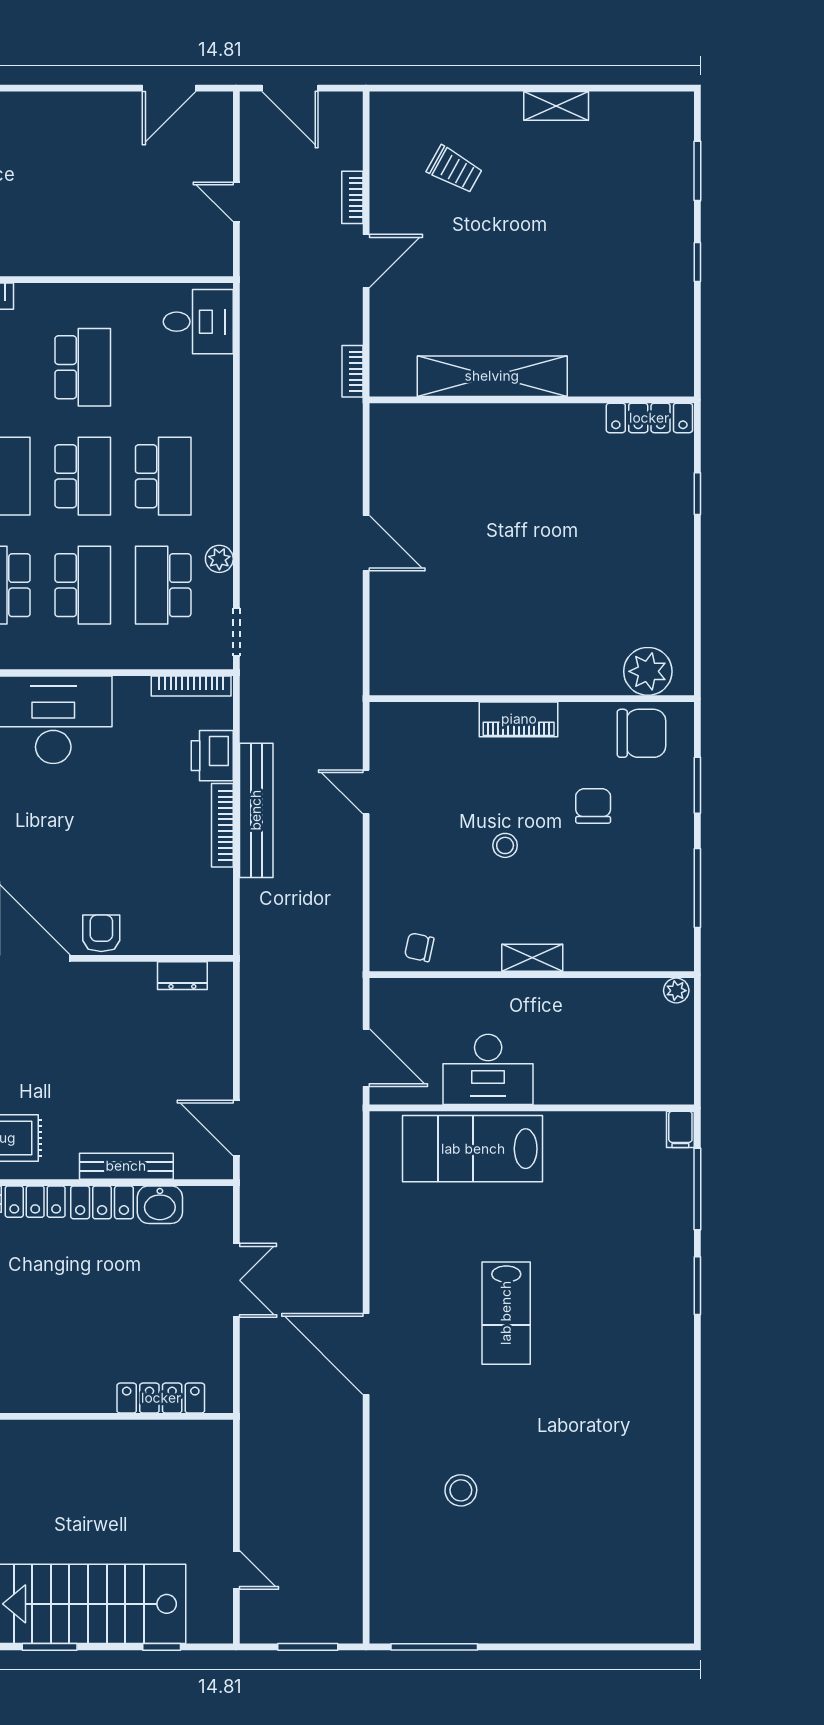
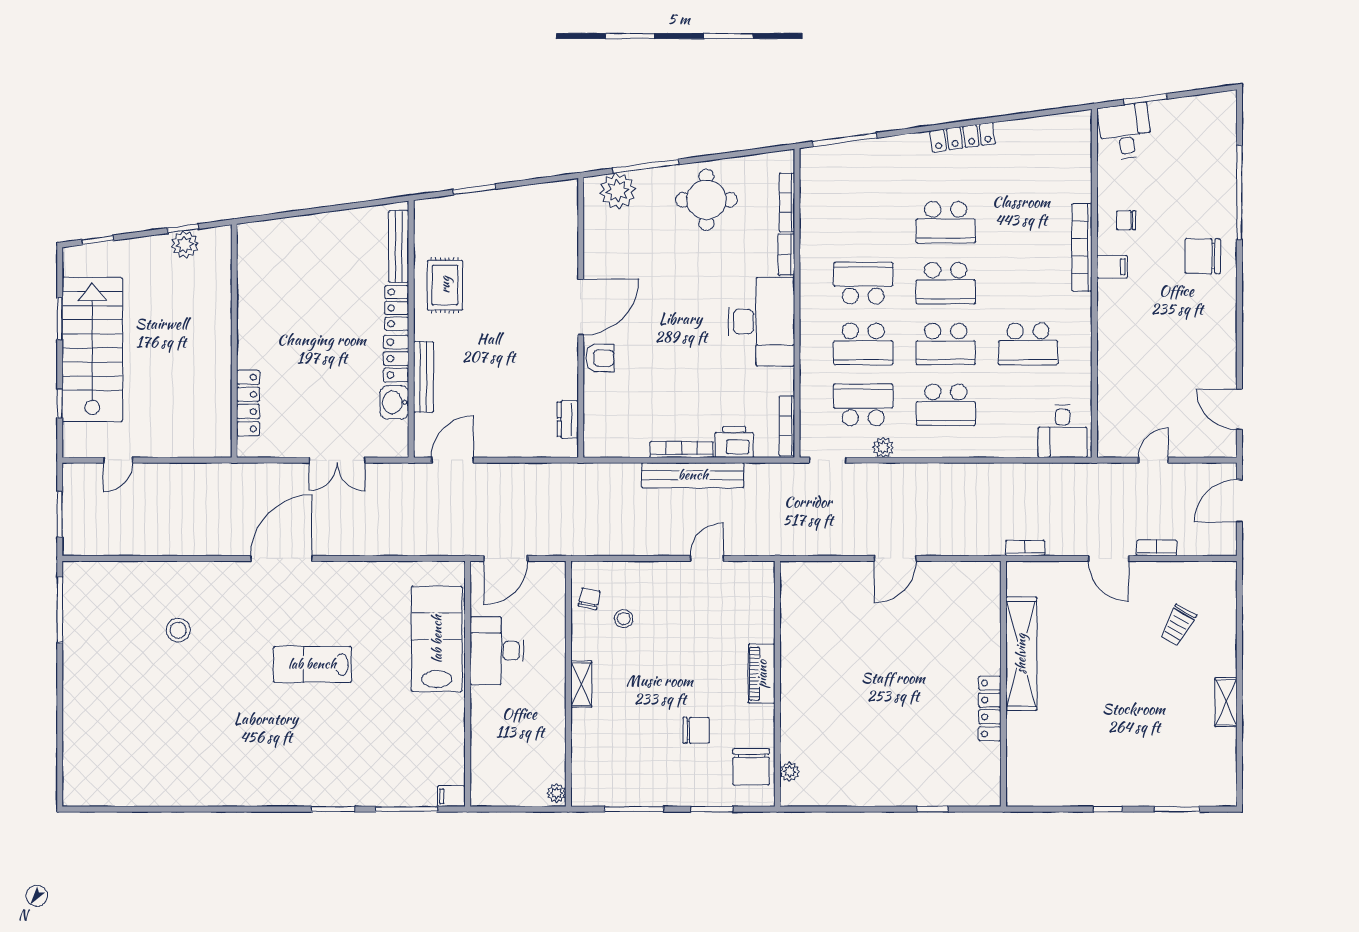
locker: (649, 418) -> (990, 708), moved
plant: (648, 671) -> (790, 772), width x0.53, depth x0.53
stool: (505, 845) -> (624, 619), moved

